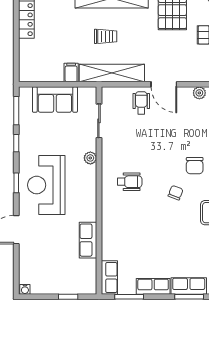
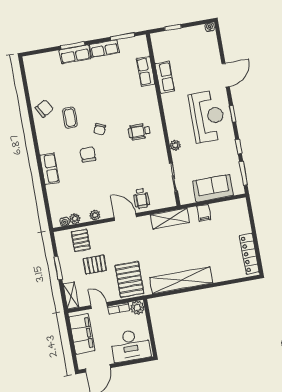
trolley: (106, 36) -> (181, 248), removed
shelving: (112, 73) -> (170, 219), width x0.68
row of seats: (109, 278) -> (146, 71), moved

